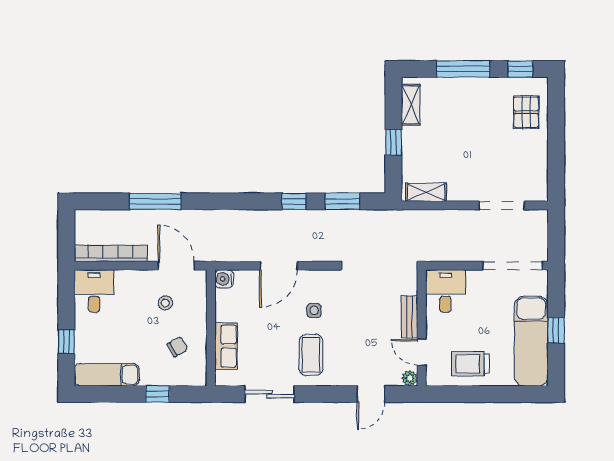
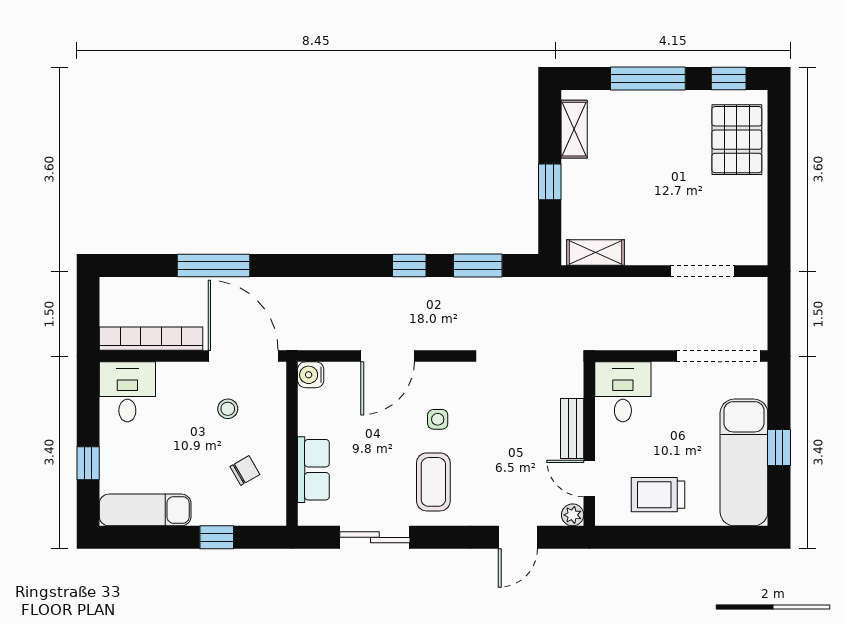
pallet: (526, 112) -> (737, 140), width x1.50, depth x1.42
door: (176, 266) -> (243, 356), width x1.36

